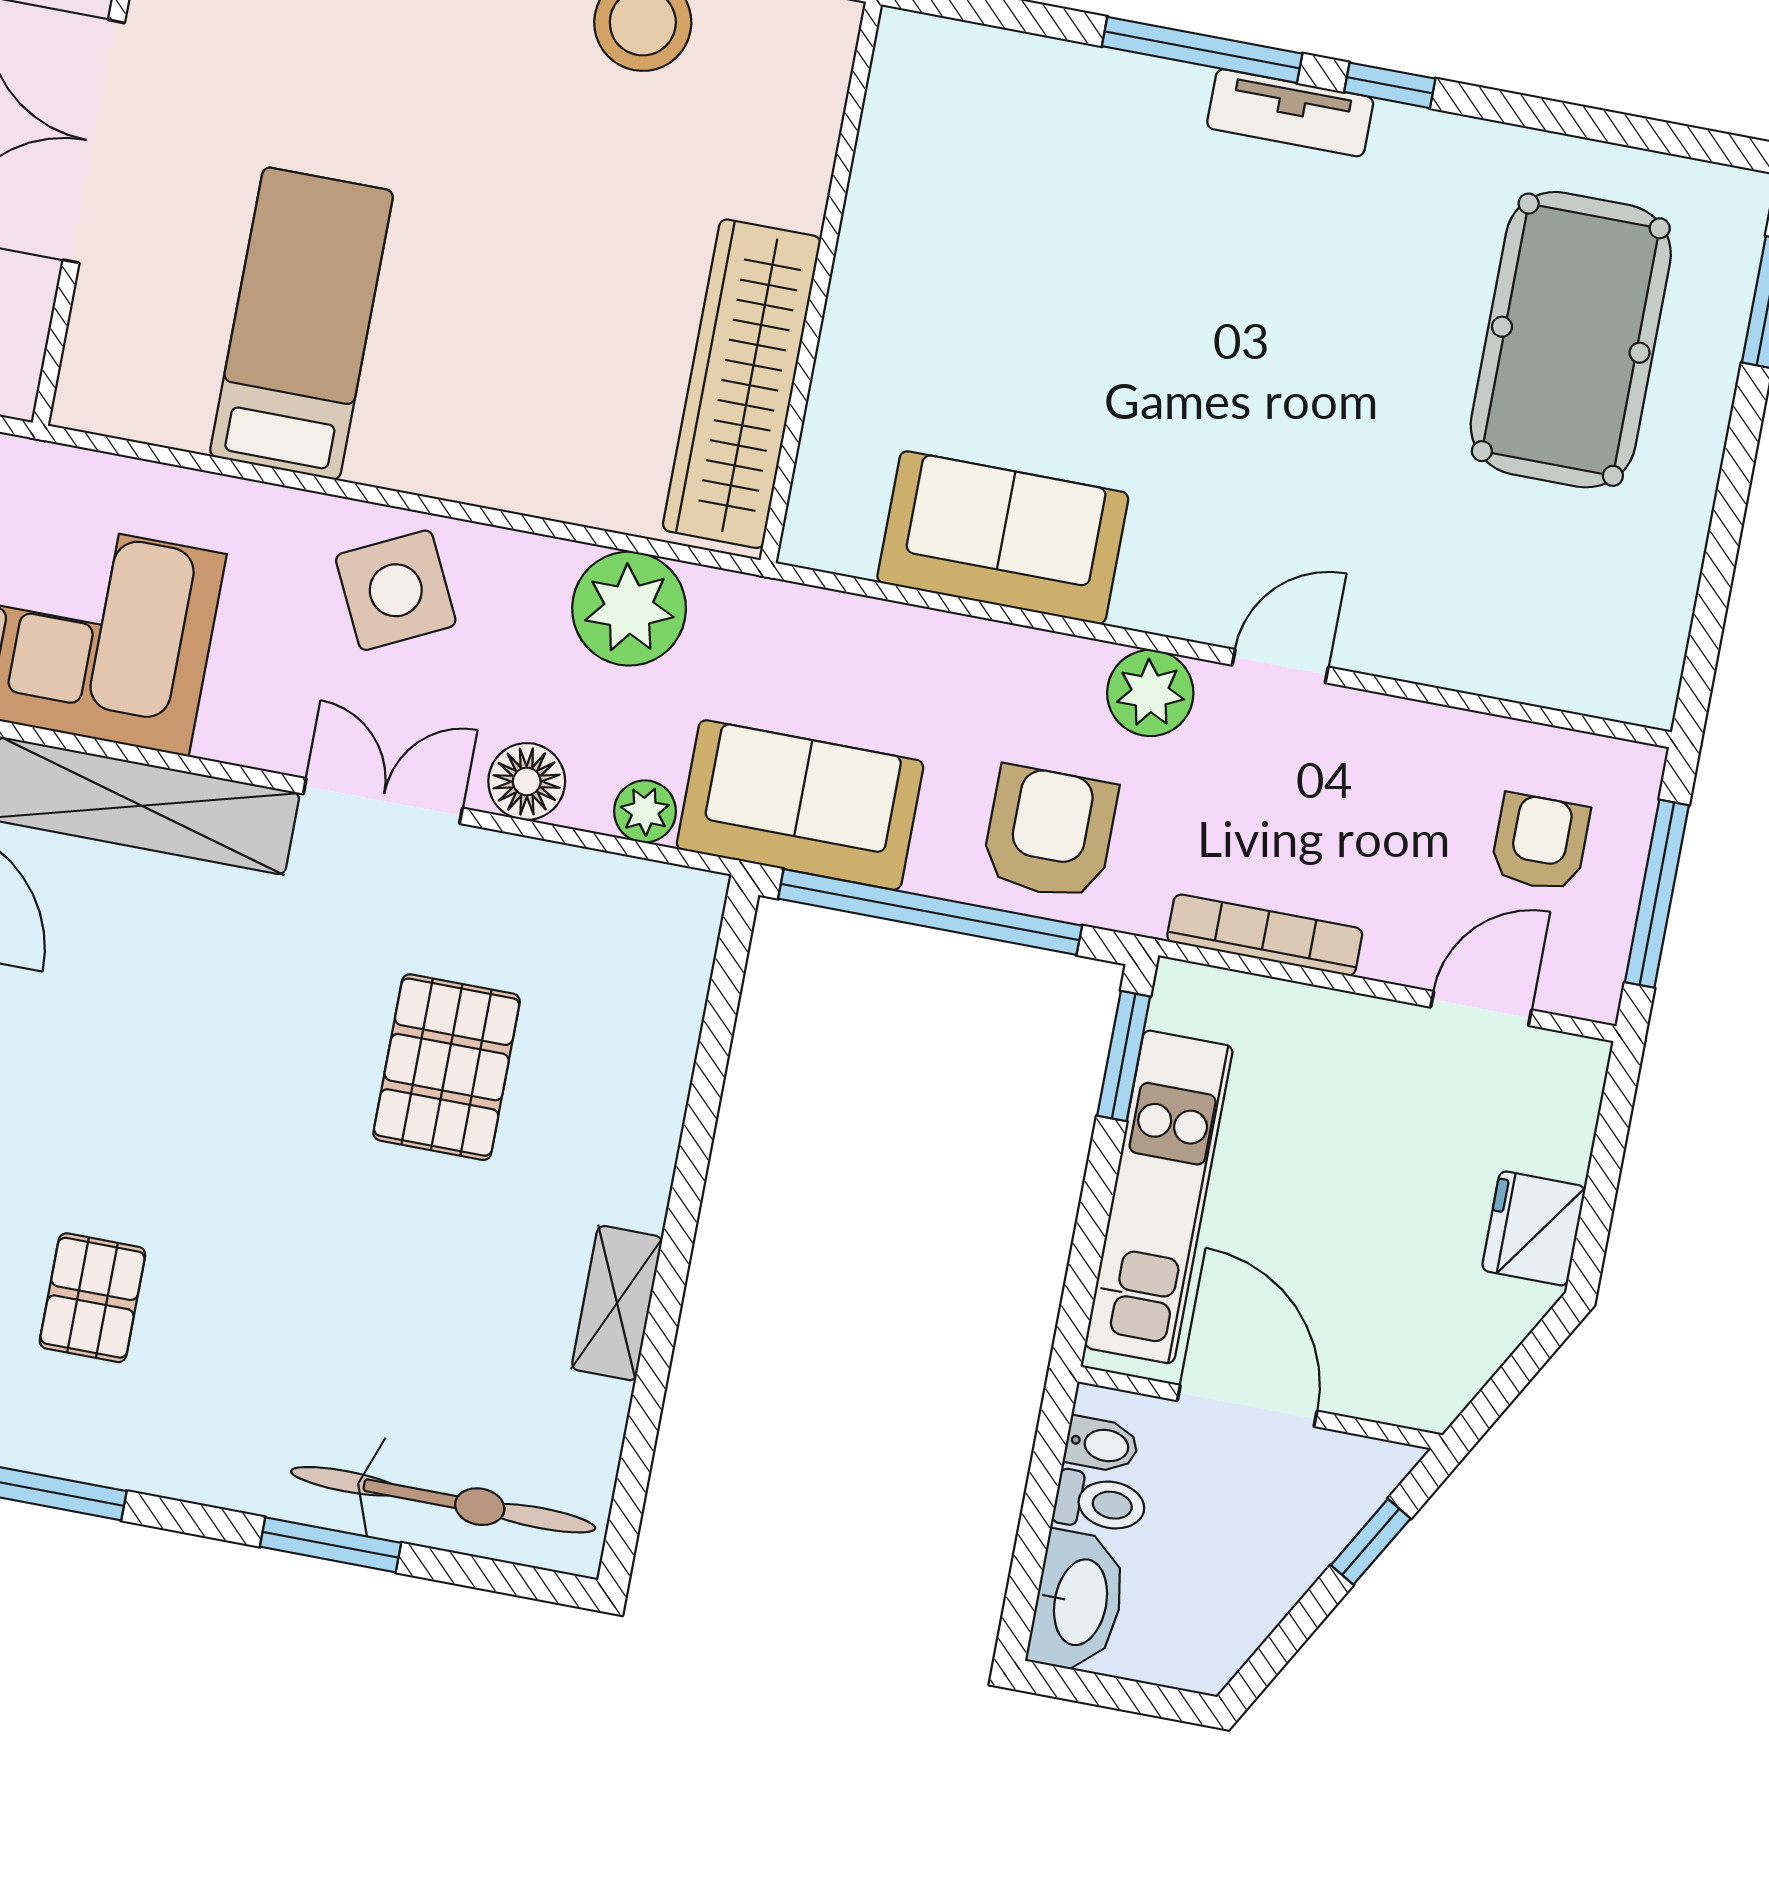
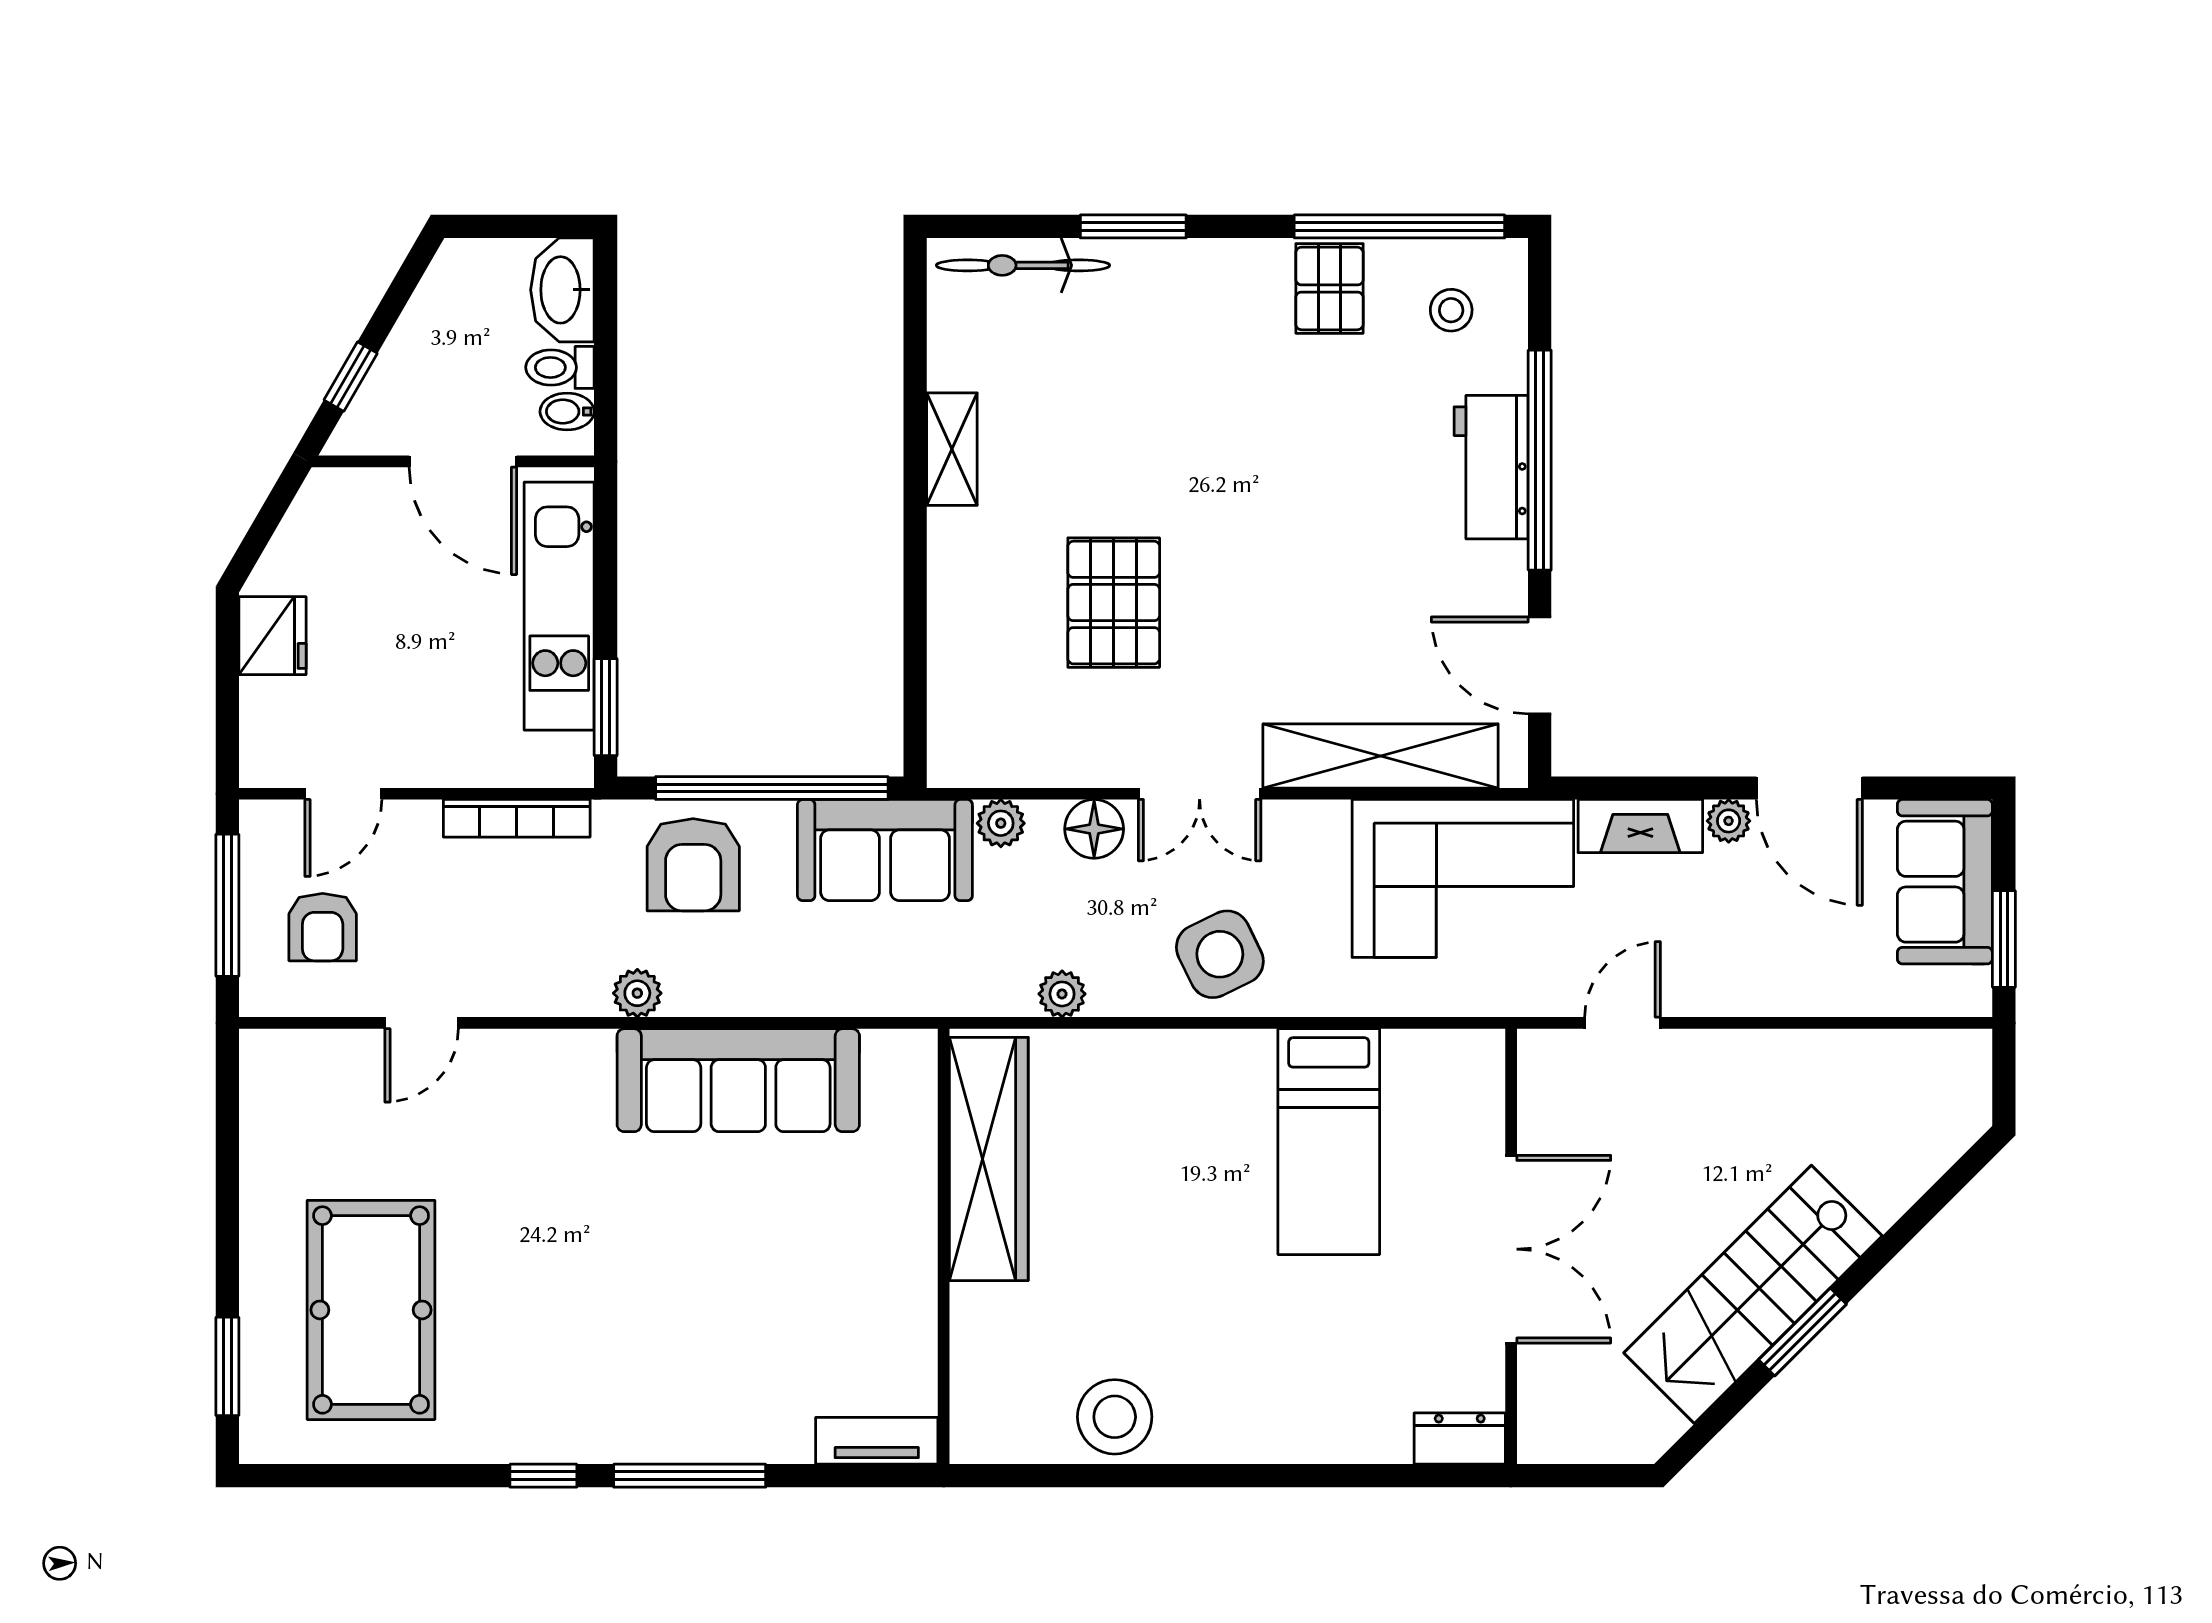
tv unit: (1290, 113) -> (877, 1441), moved
sofa: (1003, 538) -> (738, 1080), width x1.36
plant: (629, 609) -> (1062, 994), width x0.53, depth x0.53
door: (1280, 666) -> (422, 1023), moved
plant: (1150, 693) -> (637, 993), width x0.73, depth x0.73
pallet: (92, 1298) -> (1329, 288), moved
bicycle: (443, 1500) -> (1023, 265), width x0.73, depth x0.71

